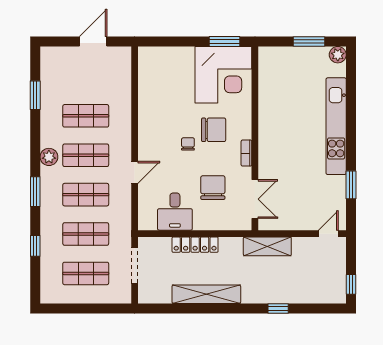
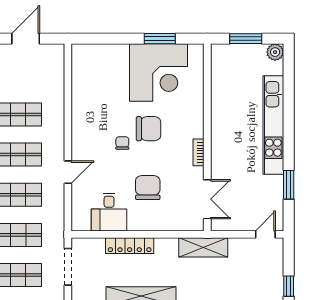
wall: (255, 138) -> (207, 137), moved
bookcase: (246, 153) -> (199, 152), moved
double door: (255, 199) -> (207, 199), moved

